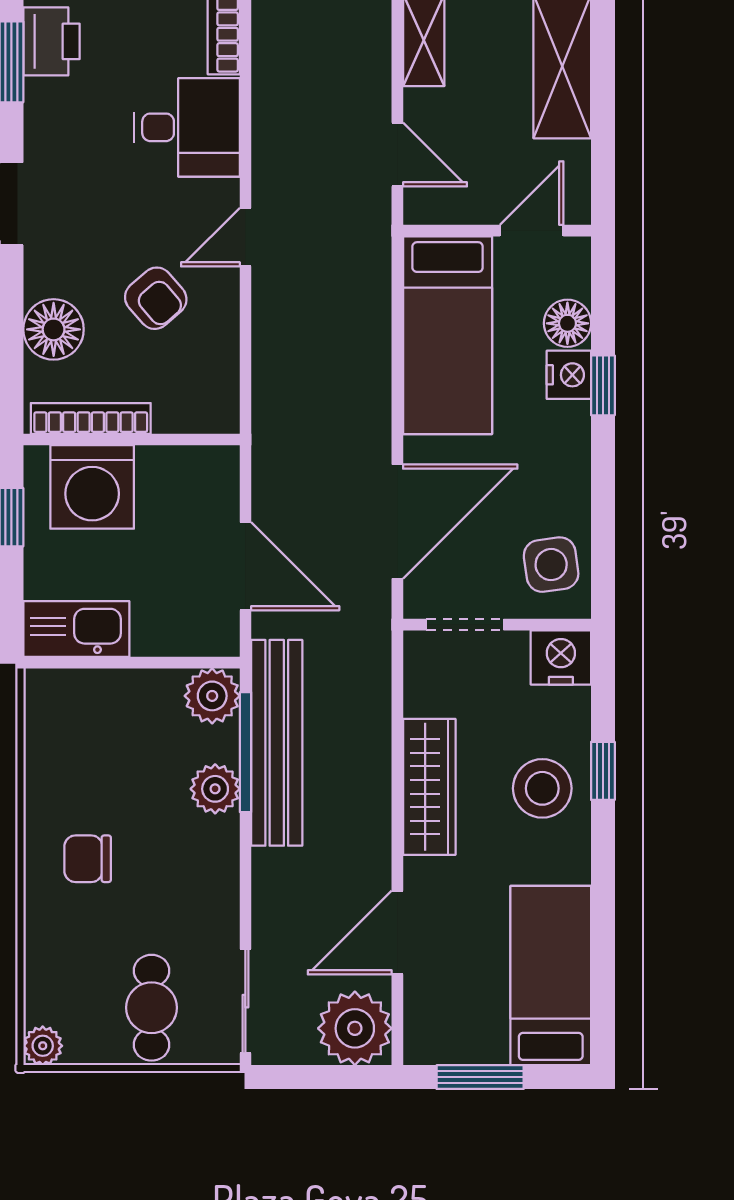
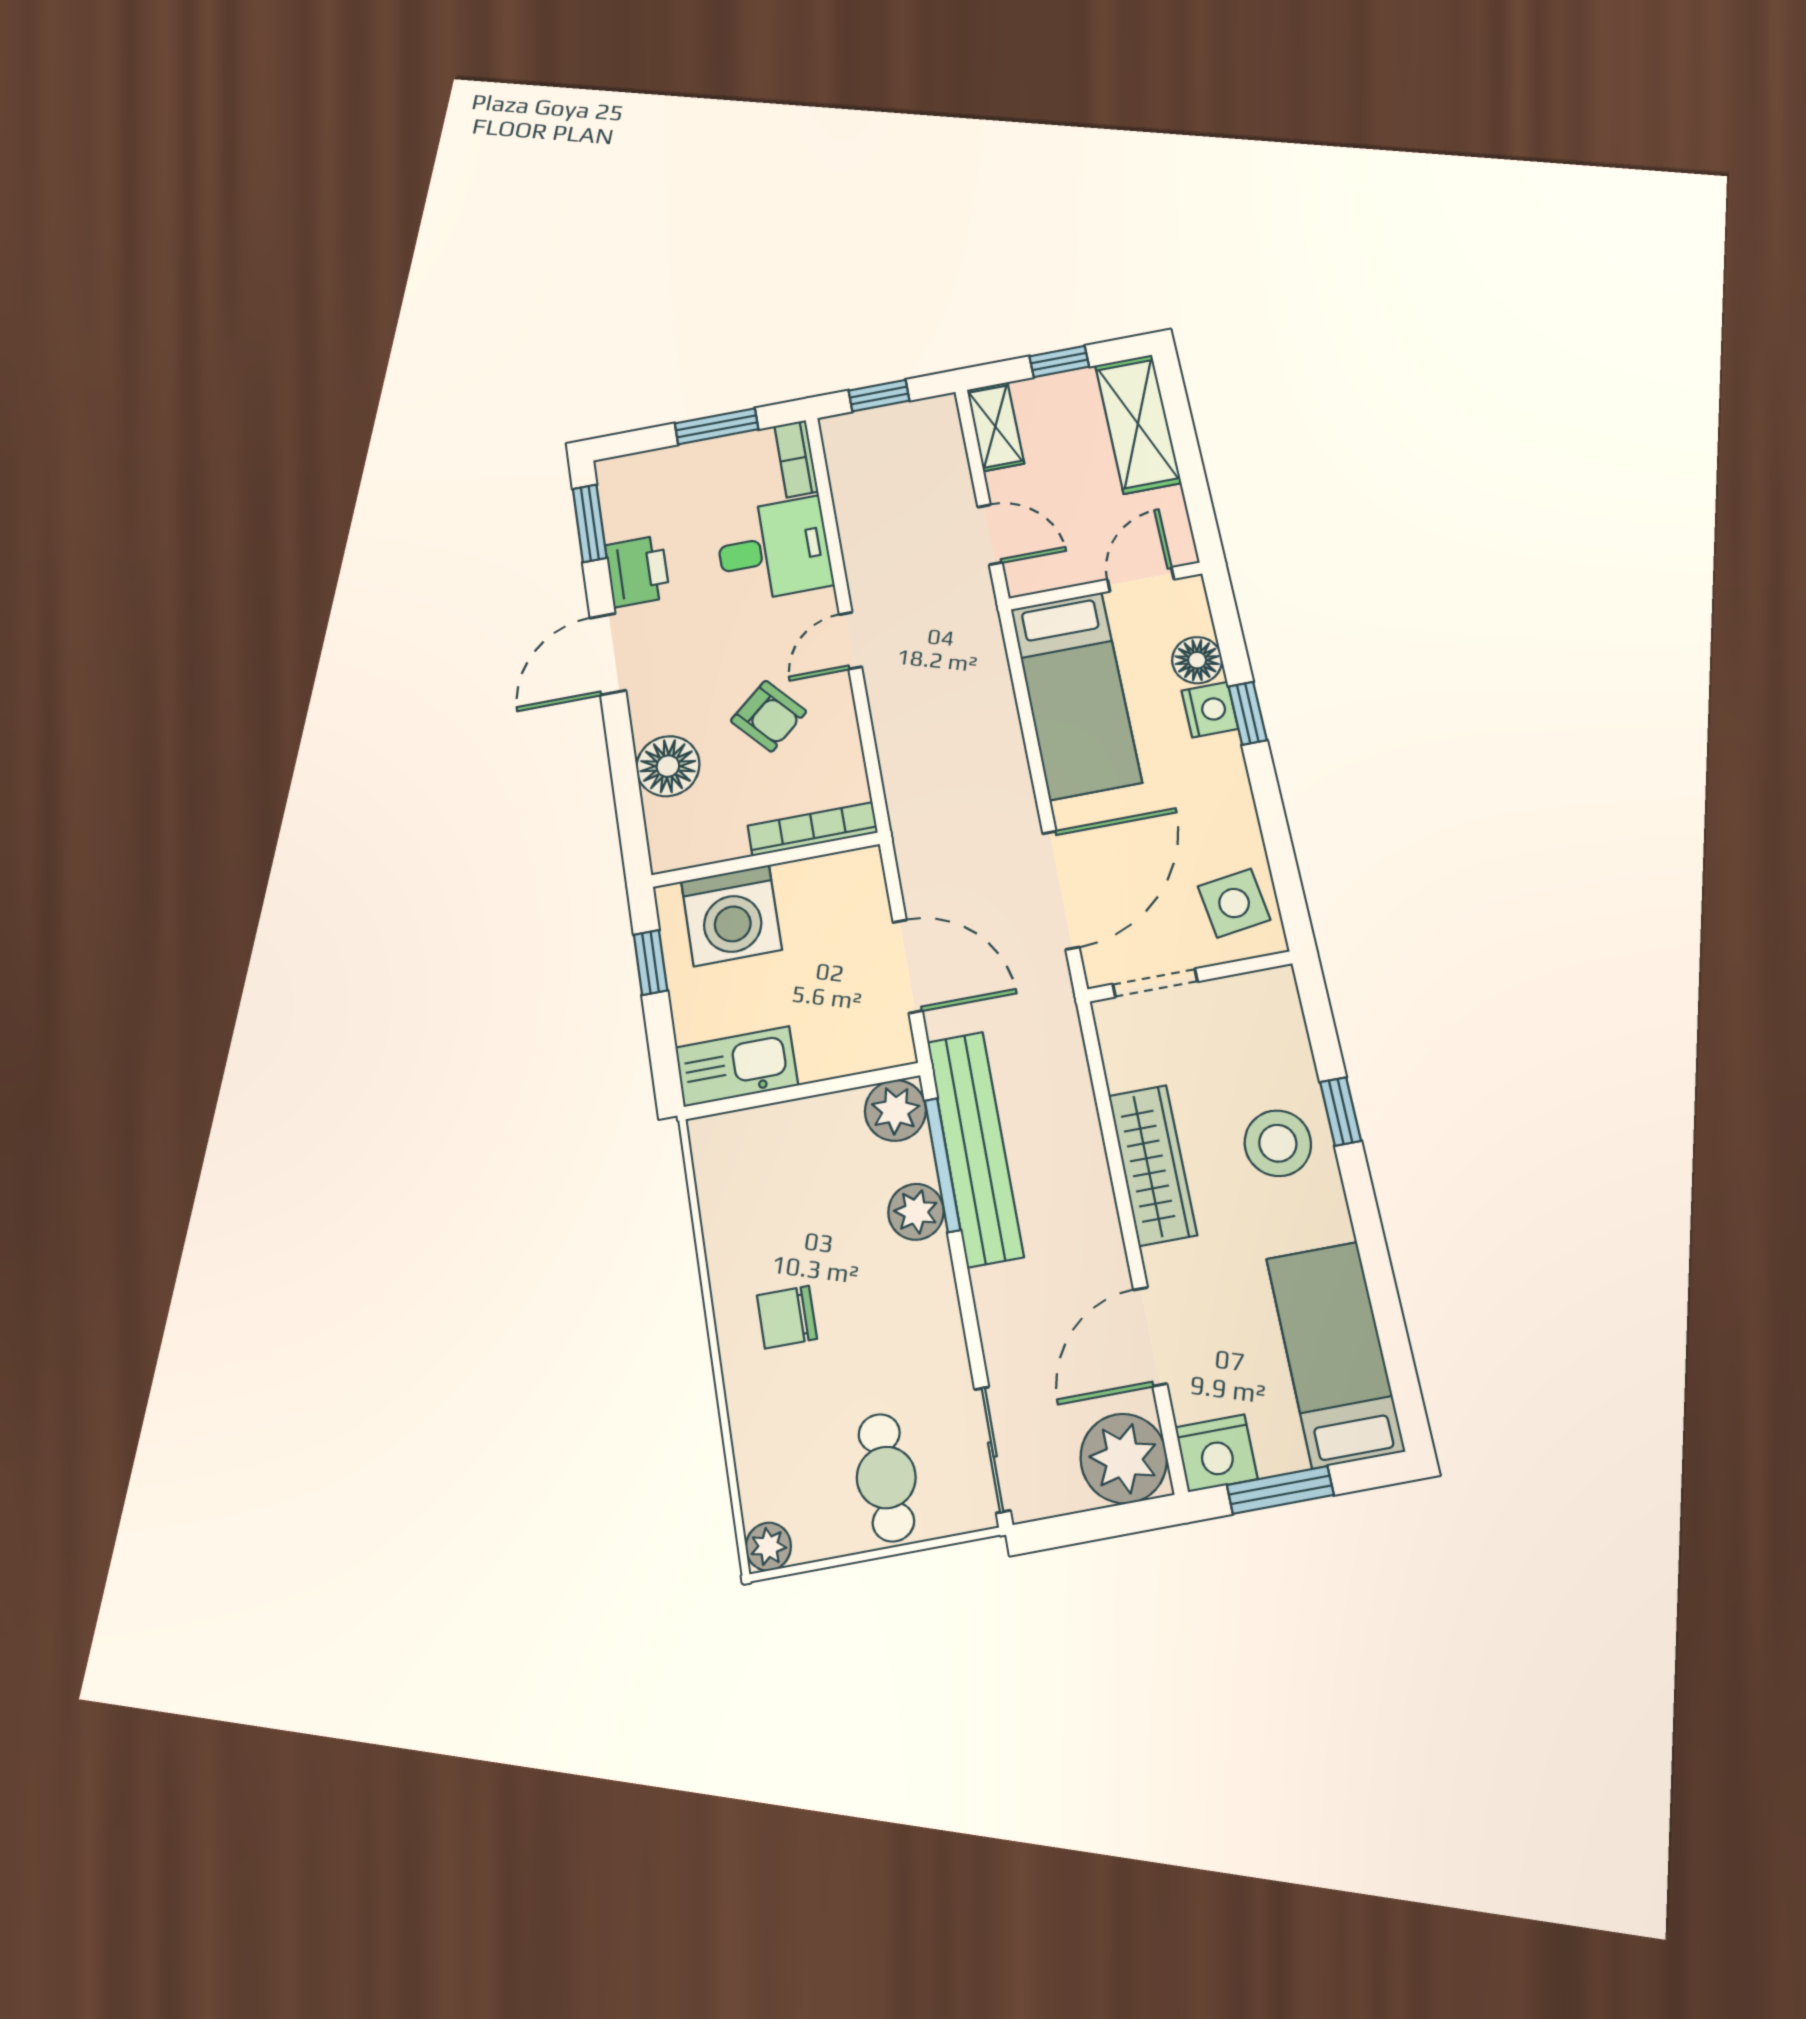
printer: (51, 41) -> (637, 571), moved
bookcase: (91, 418) -> (813, 829), moved
nightstand: (561, 657) -> (1216, 1453), moved, turned 180

